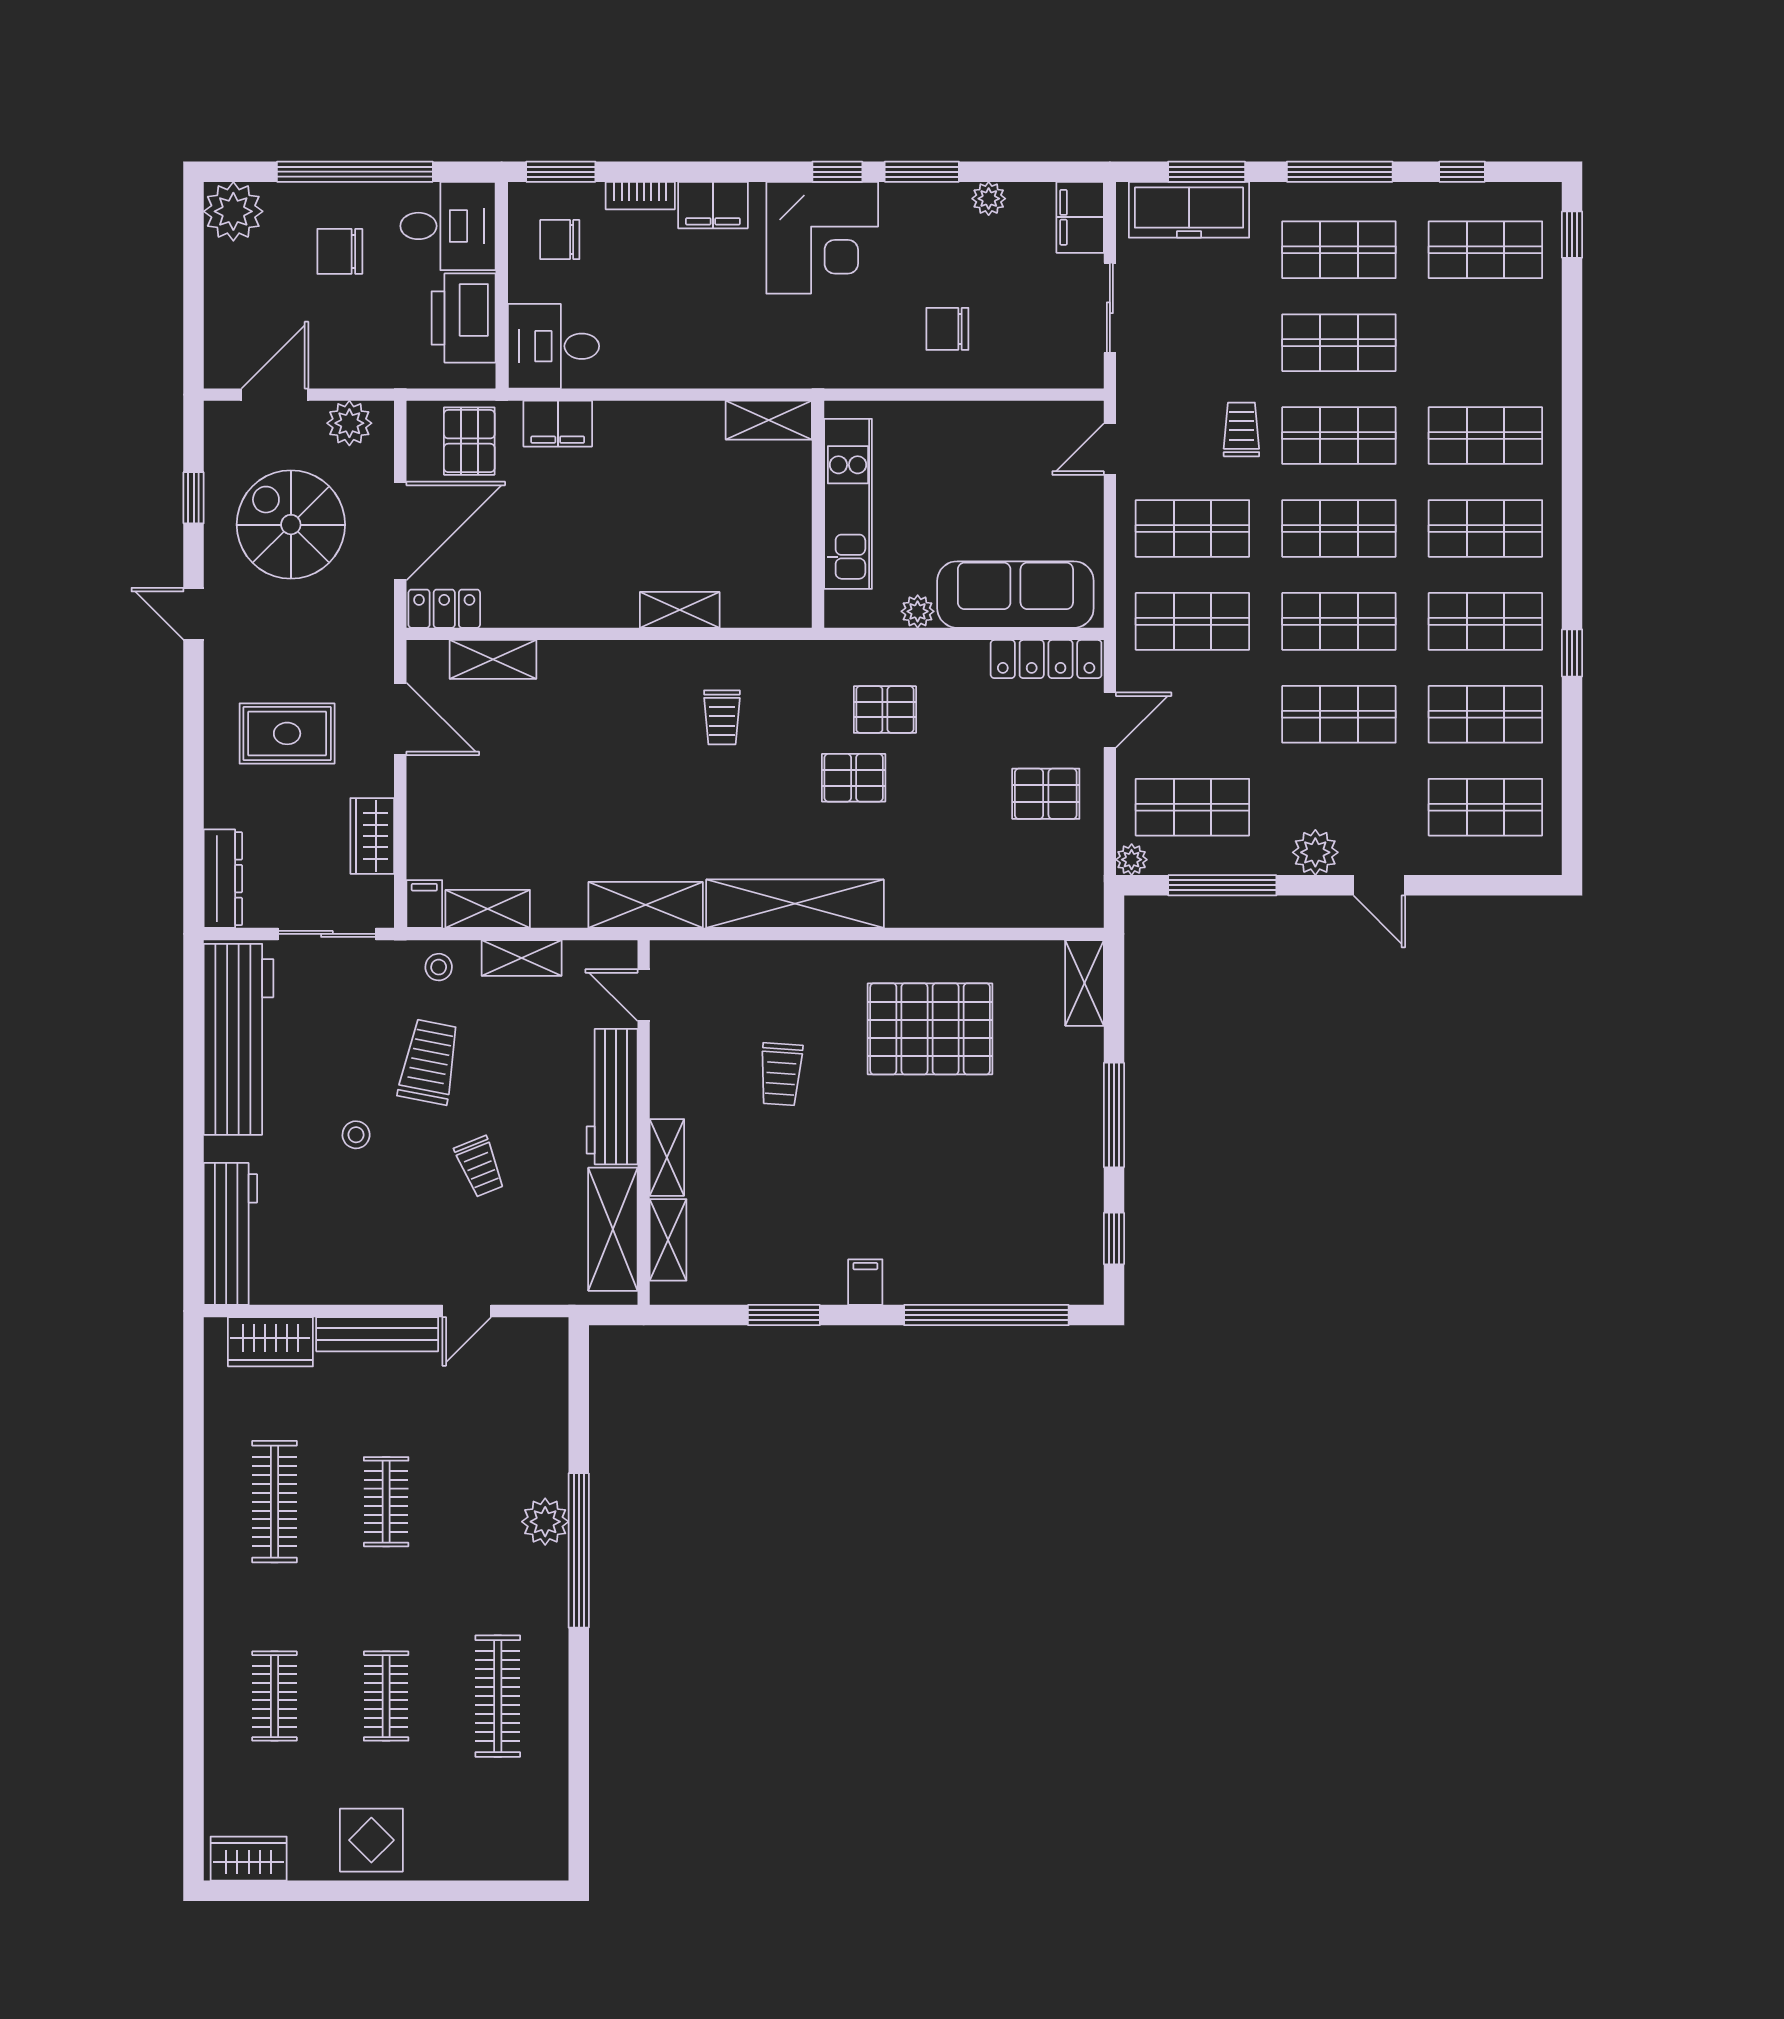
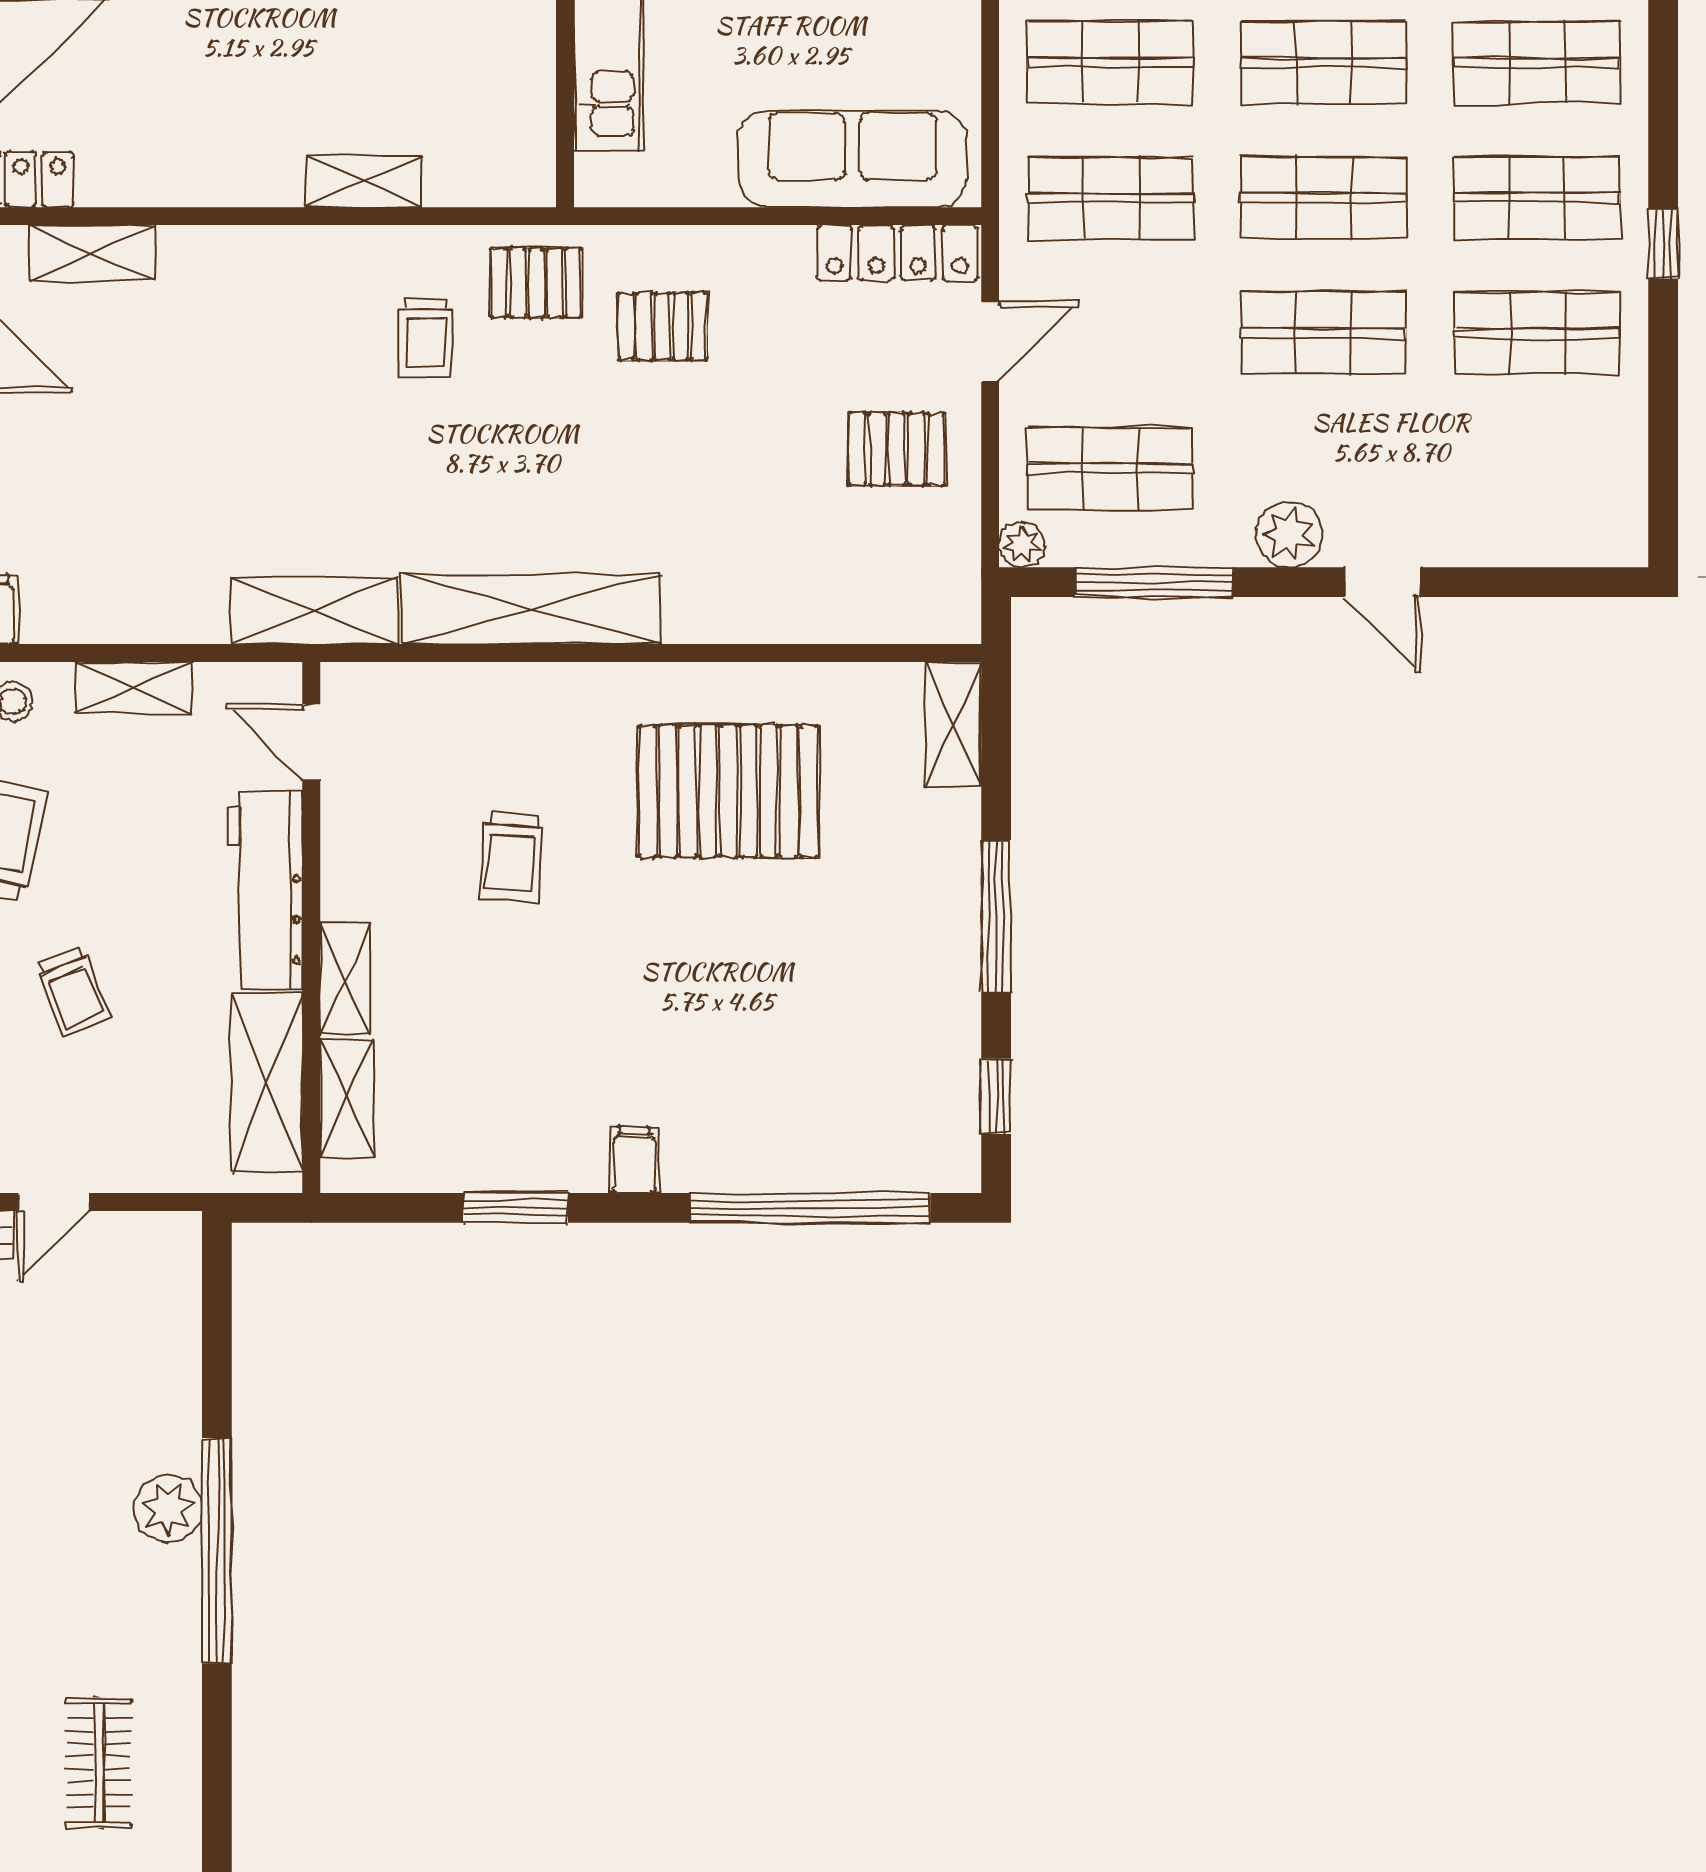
plant: (918, 611) -> (710, 183), removed
pallet: (854, 778) -> (536, 283), moved
shop shelf: (1485, 807) -> (1537, 468), removed
shelving: (488, 909) -> (84, 616), removed
clothes rail: (498, 1696) -> (99, 1763), width x0.73

